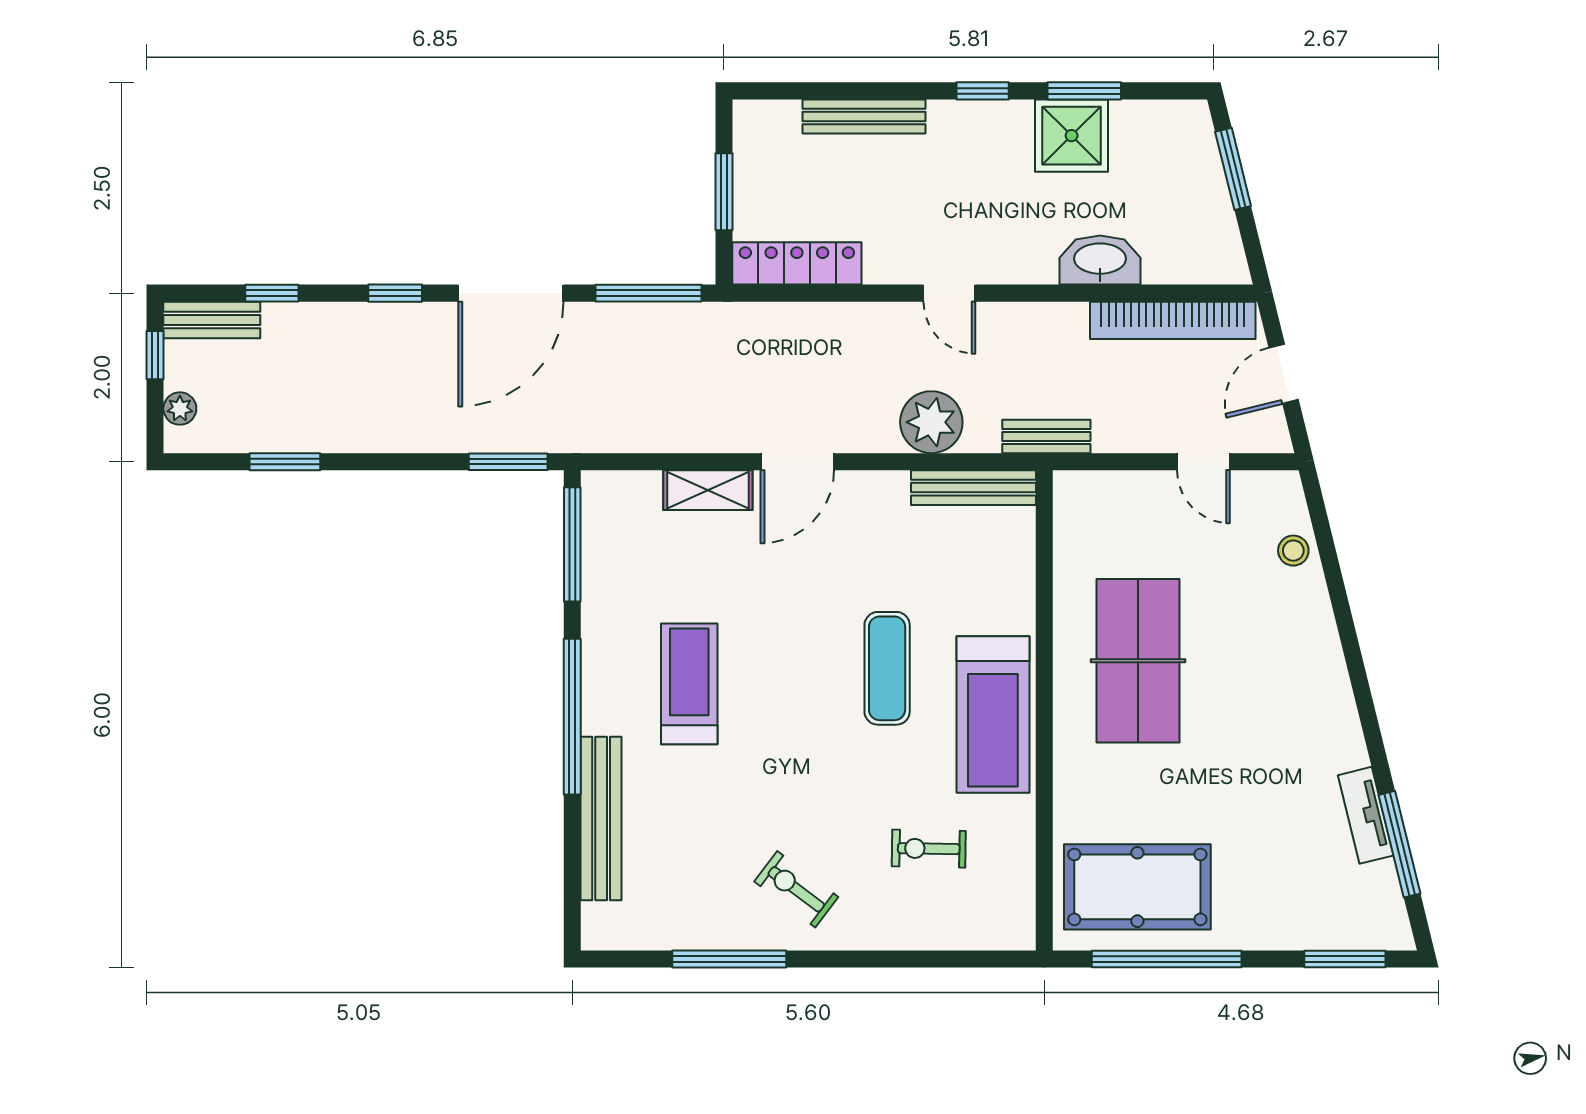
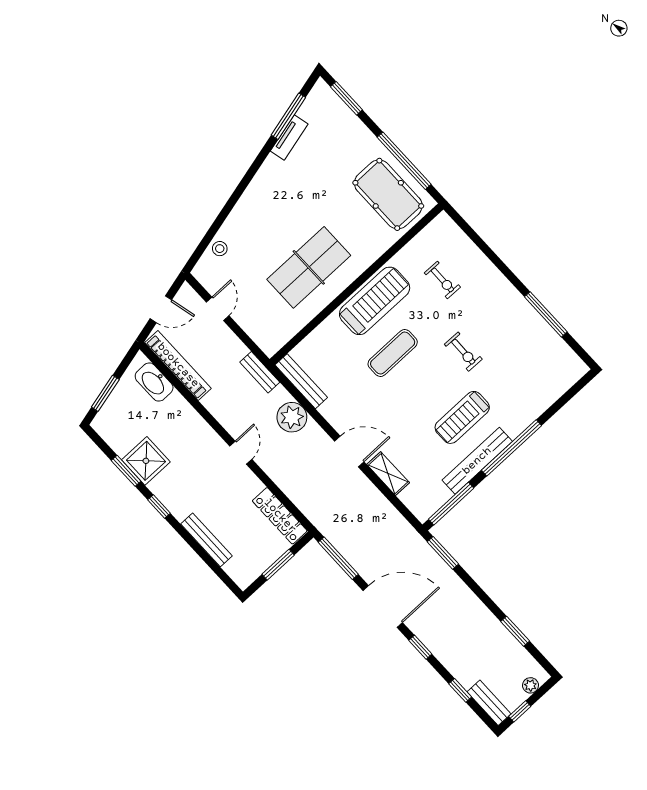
washbasin: (1100, 260) -> (154, 382), moved
bench: (601, 819) -> (477, 461), moved
exercise bike: (796, 889) -> (463, 352), moved, turned -36

